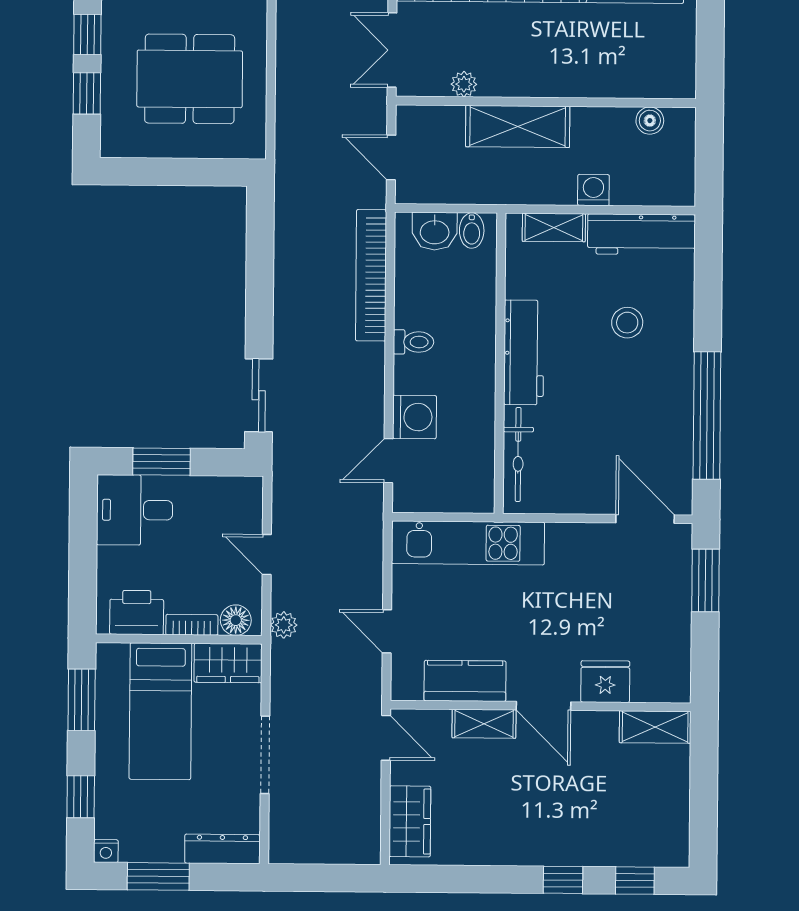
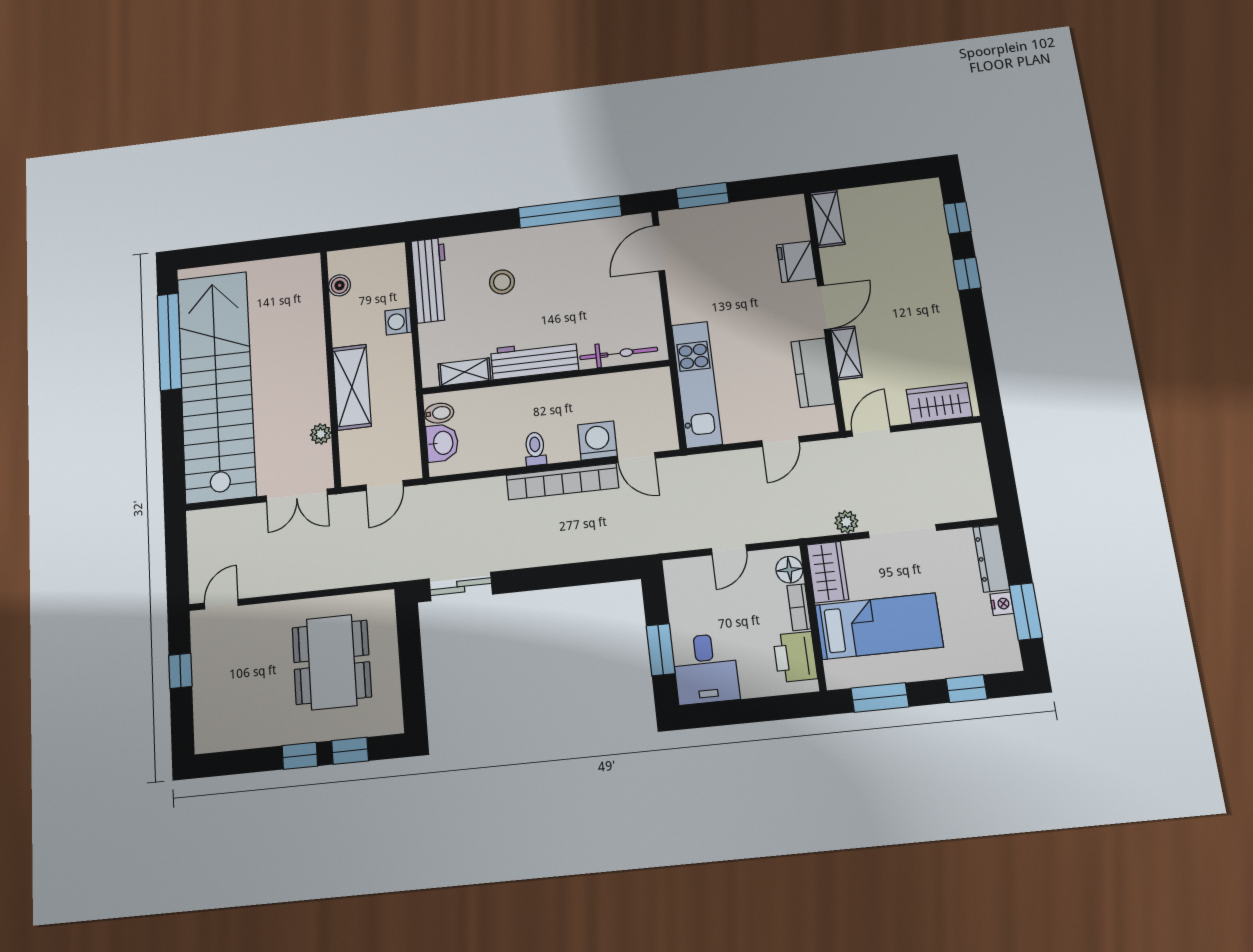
shelving: (554, 227) -> (464, 372), moved, turned 90
bookcase: (371, 275) -> (562, 482), moved
sliding door: (259, 395) -> (461, 587), moved
plant: (284, 625) -> (846, 522), moved
nightstand: (106, 851) -> (1002, 604), moved

